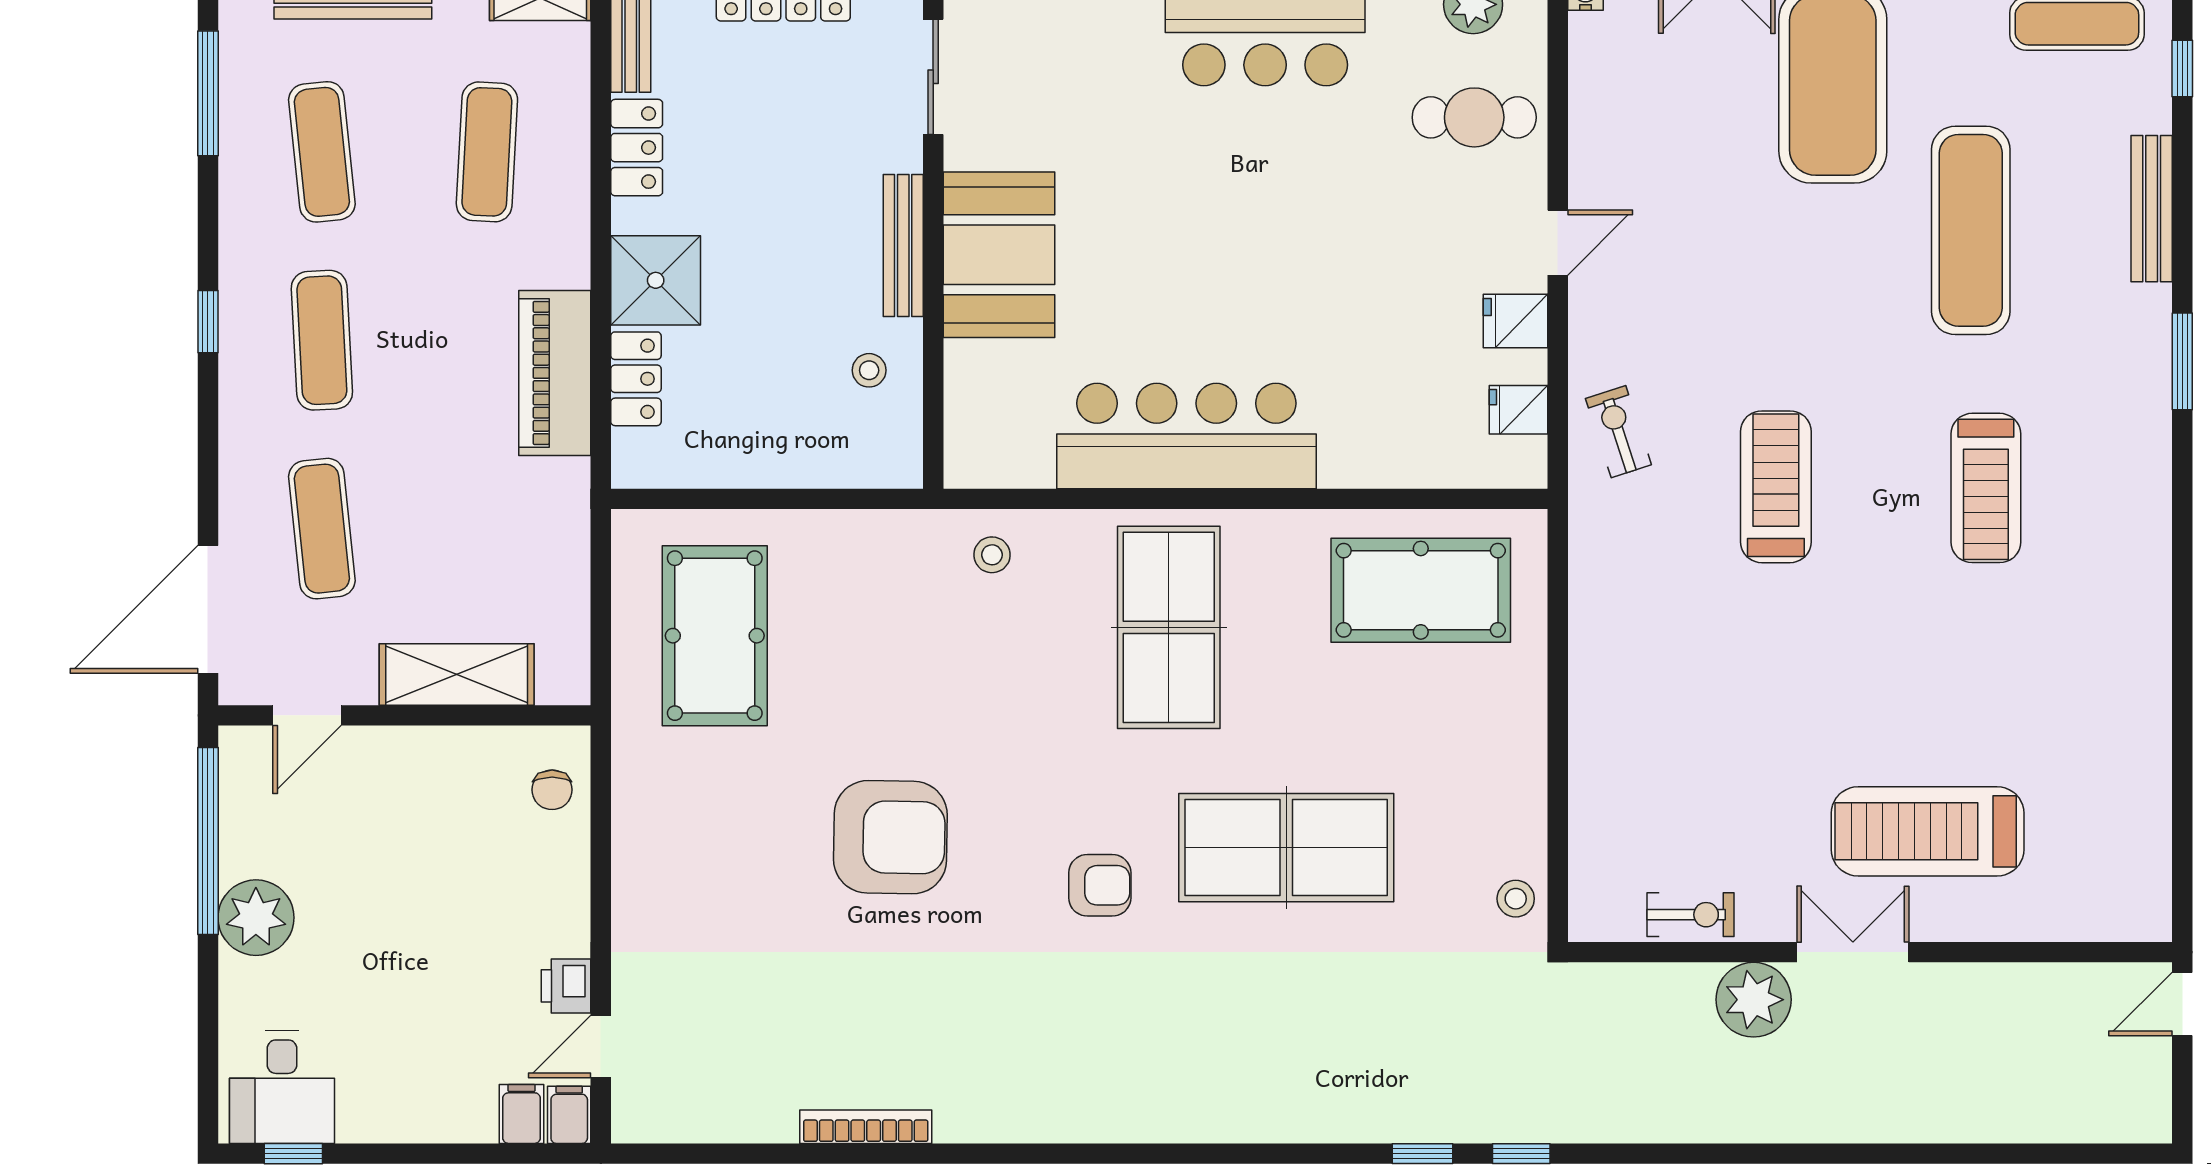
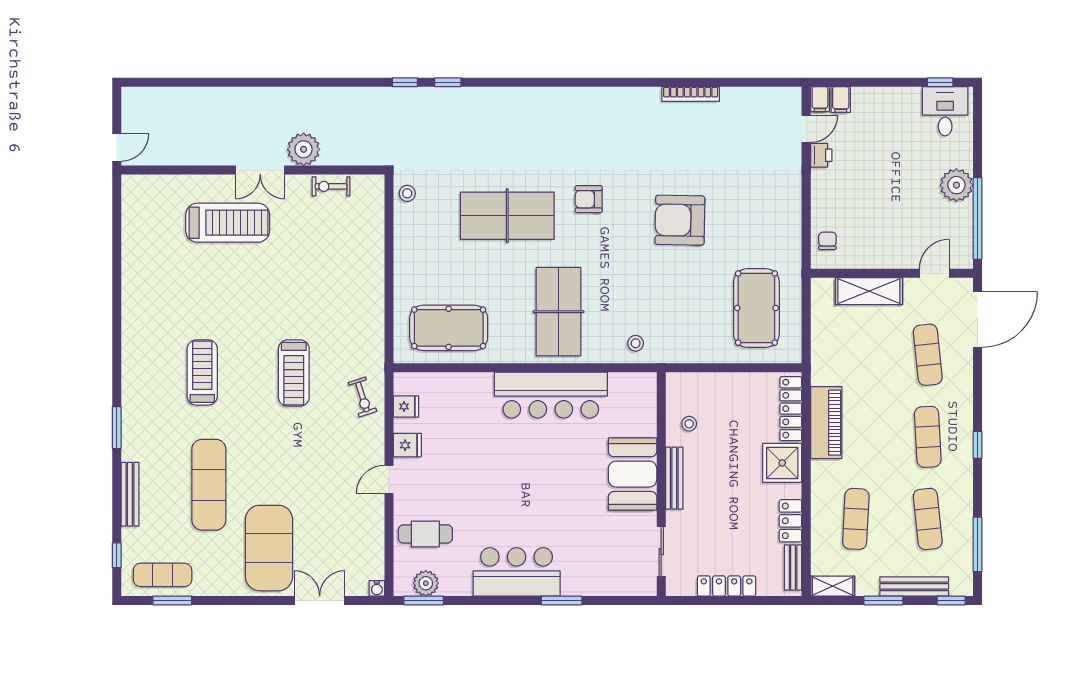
locker: (636, 379) -> (791, 409), width x1.53

